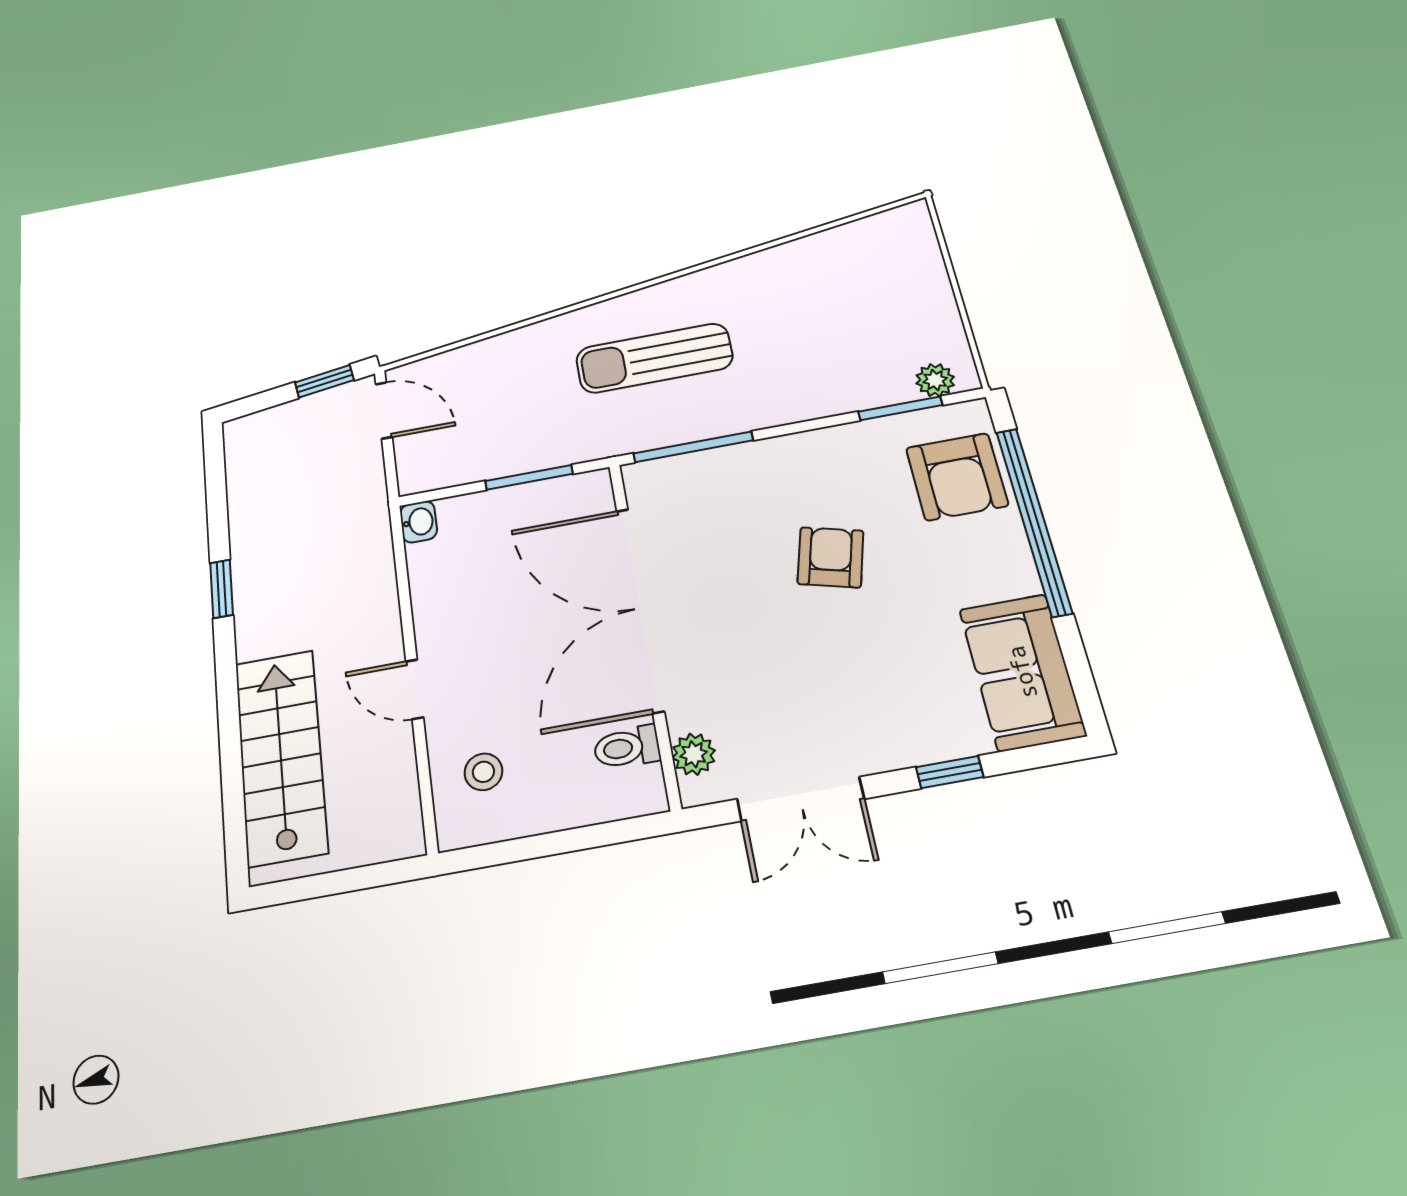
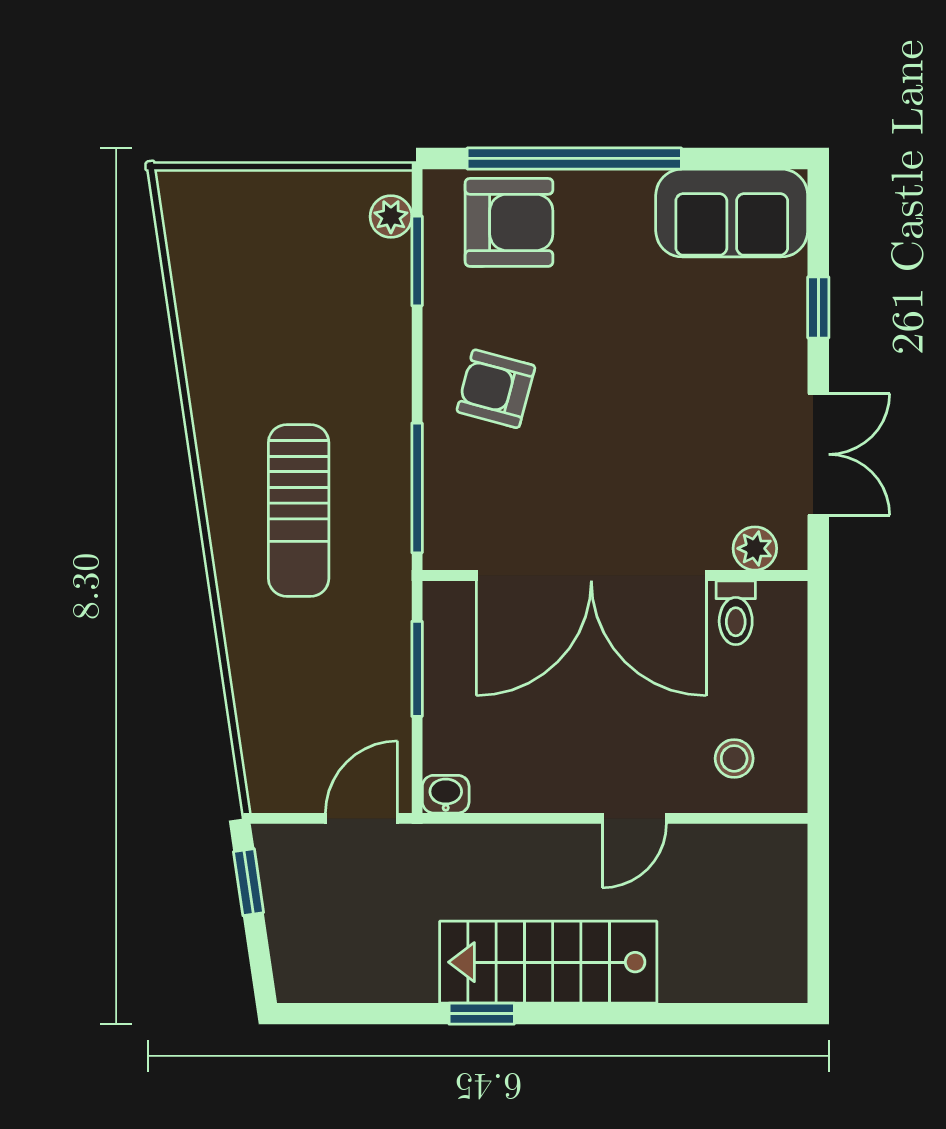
door: (384, 410) -> (361, 818), moved
armchair: (830, 557) -> (496, 389), moved
stairs: (281, 756) -> (548, 962), moved

